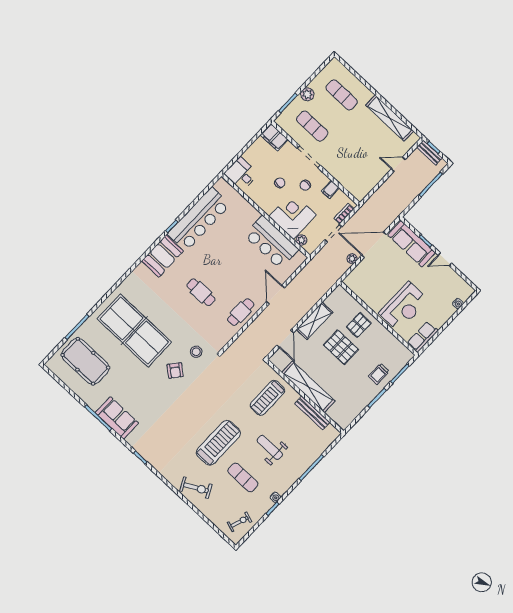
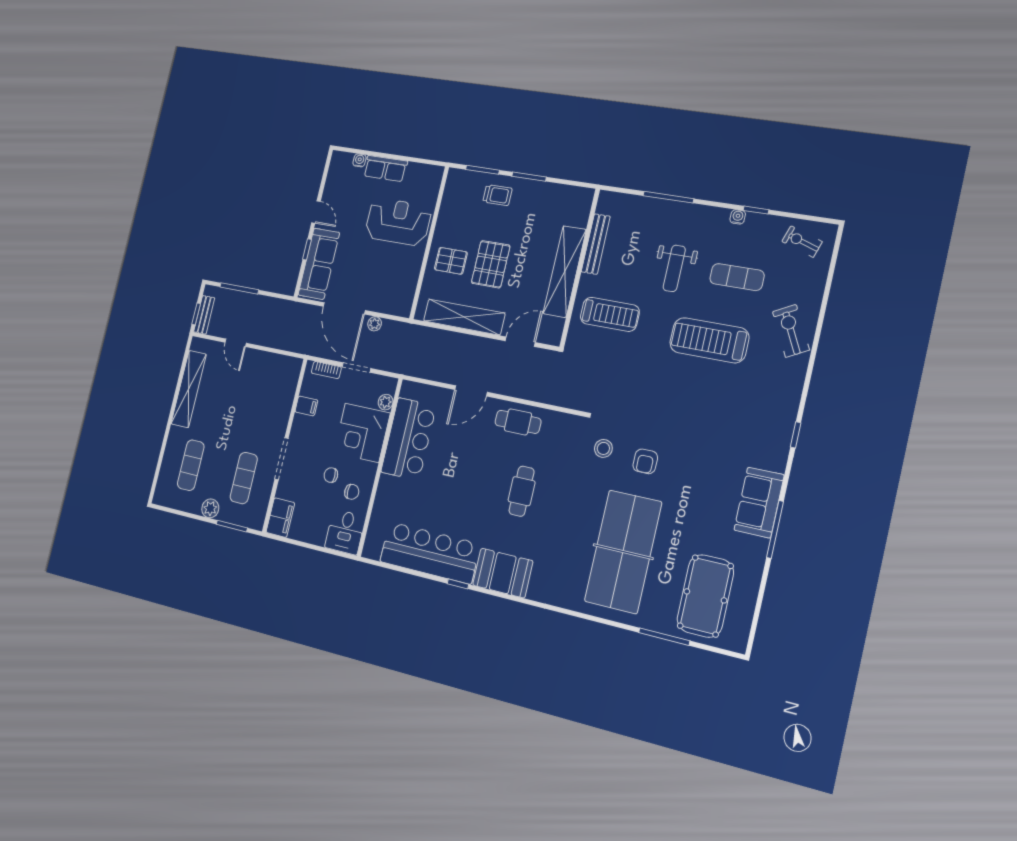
chair: (305, 185) -> (352, 492), moved
shelving: (315, 321) -> (464, 317), width x1.47
row of seats: (422, 337) -> (385, 169), moved
armchair: (175, 371) -> (645, 461), turned 141
exercise mat: (243, 477) -> (737, 277), turned 90

